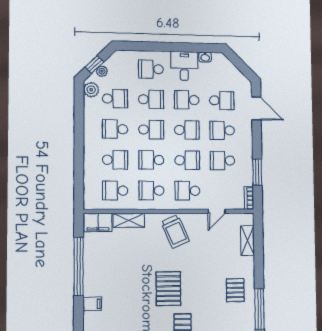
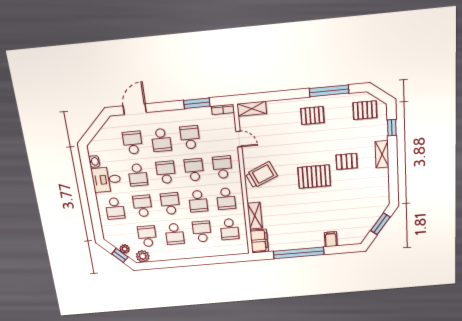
school desk: (223, 161) -> (190, 137), turned 180
school desk: (187, 191) -> (222, 167), turned 180
shelving: (248, 241) -> (252, 109), moved

